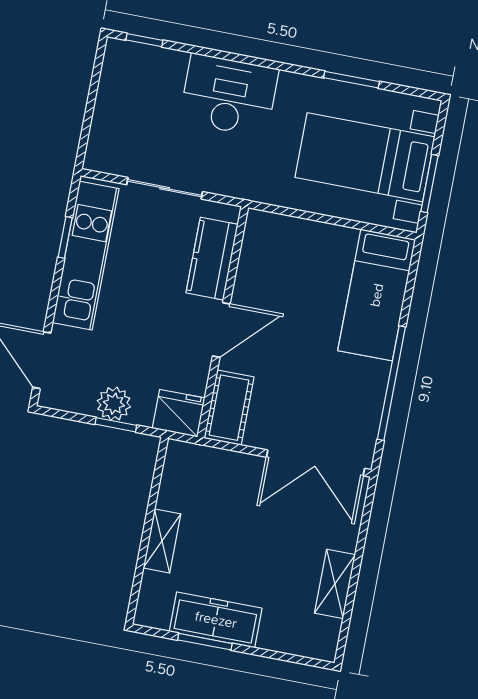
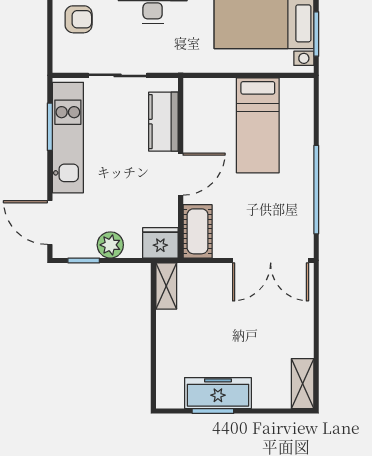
armchair: (128, 107) -> (79, 19), added
window: (65, 237) -> (50, 127), width x1.50
bed: (377, 295) -> (258, 125), moved
window: (116, 425) -> (84, 260), moved
shelving: (162, 541) -> (166, 286), moved
shelving: (335, 584) -> (303, 384), moved

